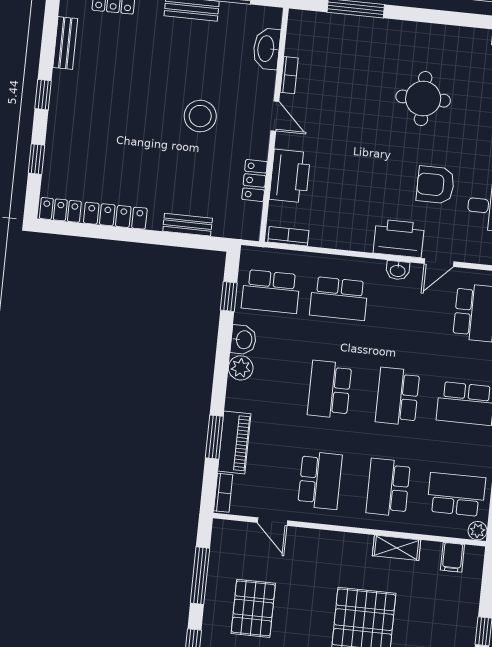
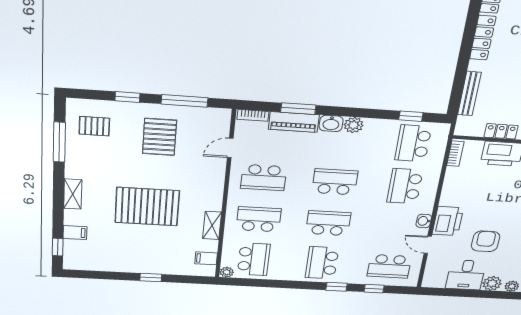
bench: (188, 225) -> (469, 94), width x1.36
washbasin: (243, 340) -> (331, 123), moved
pallet: (253, 608) -> (160, 137), turned 90

